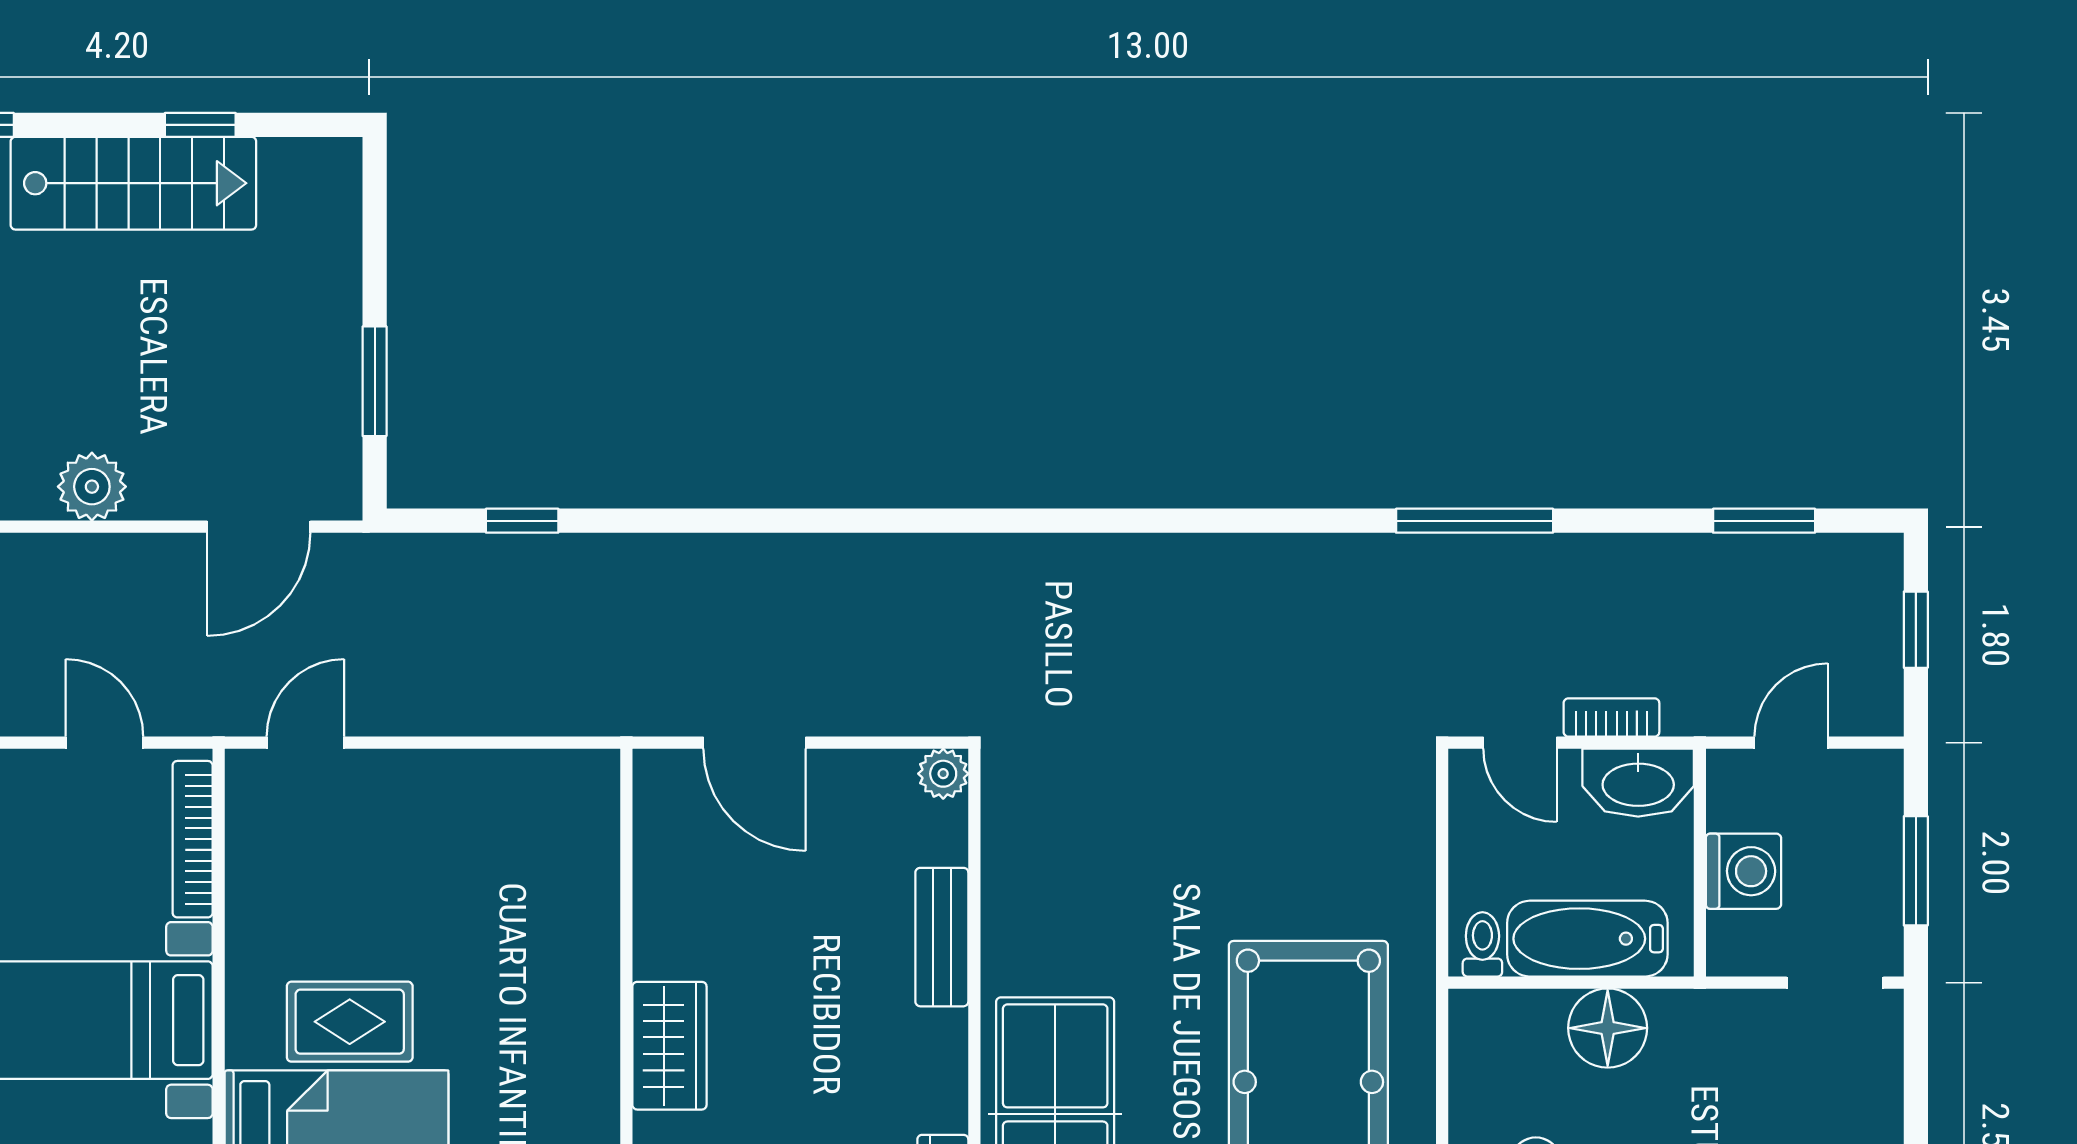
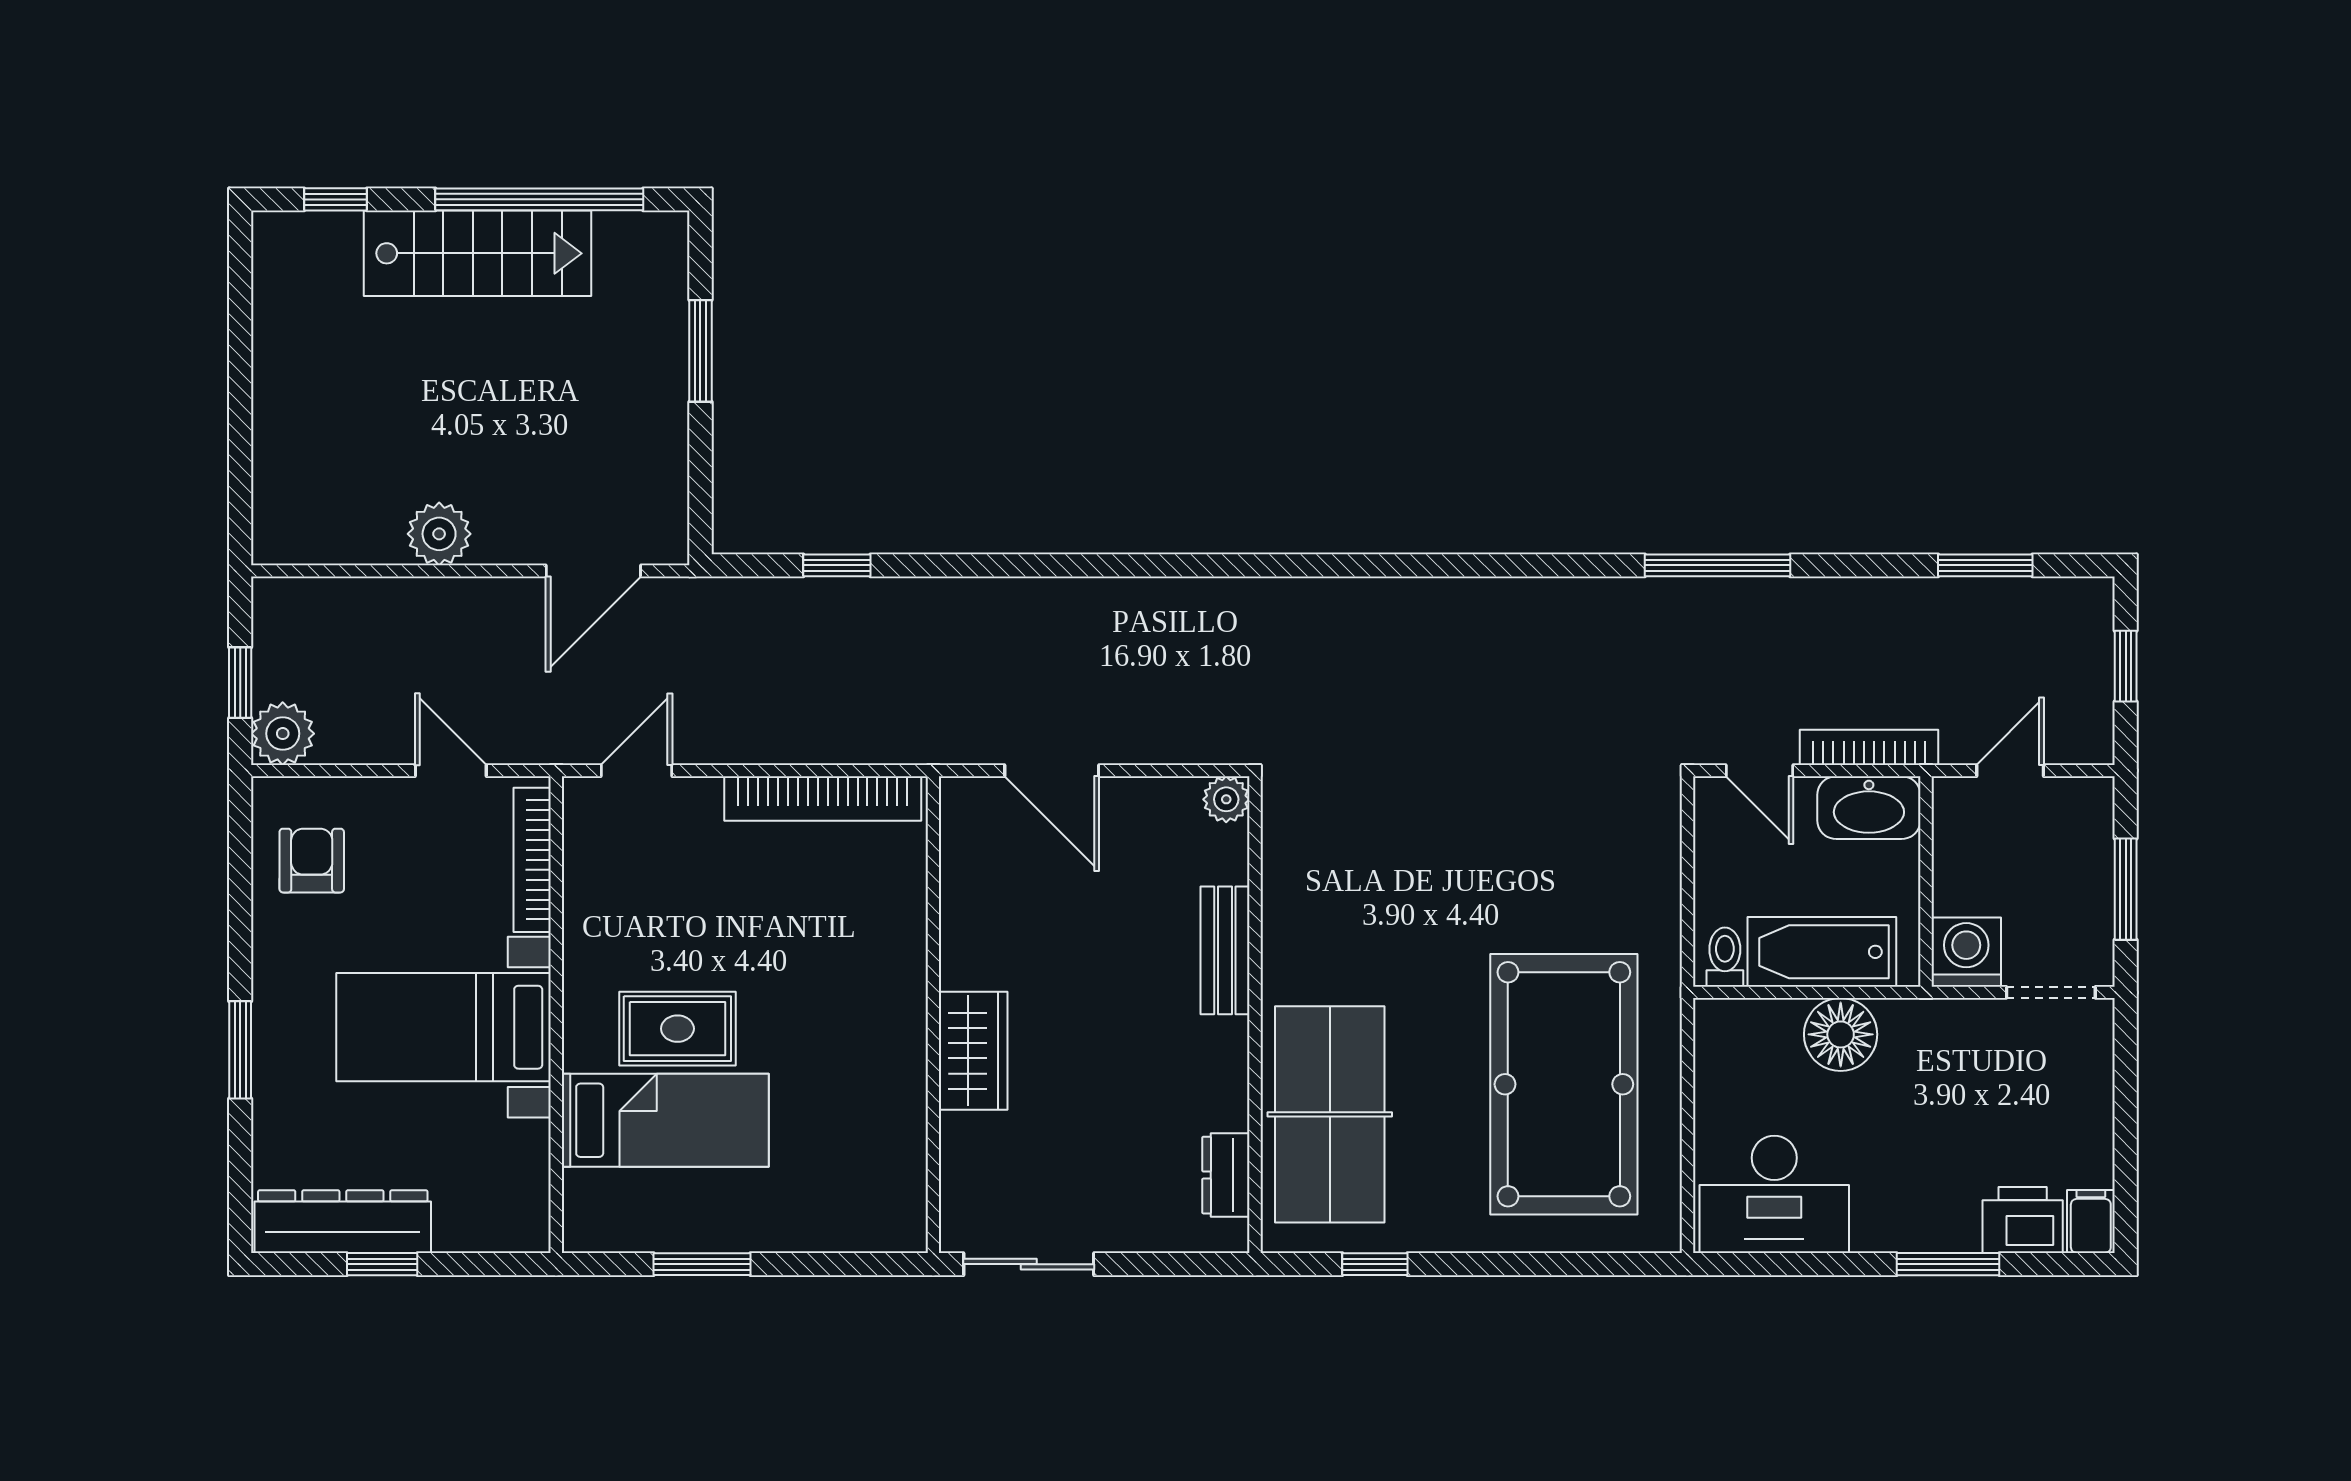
window: (200, 125) -> (539, 199), width x3.17
window: (375, 381) -> (700, 351), moved
bookcase: (1611, 717) -> (1869, 747), width x1.56
bookcase: (507, 773) -> (823, 798), added
washing machine: (1744, 871) -> (1966, 952), moved, turned -90

